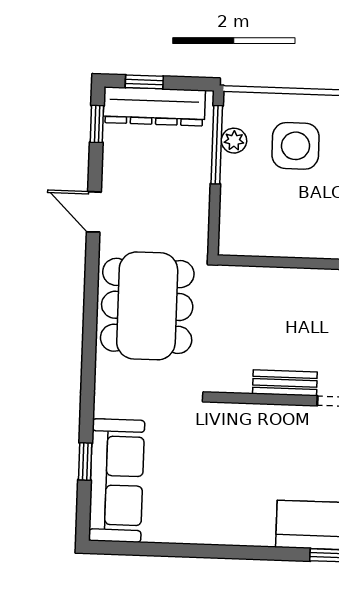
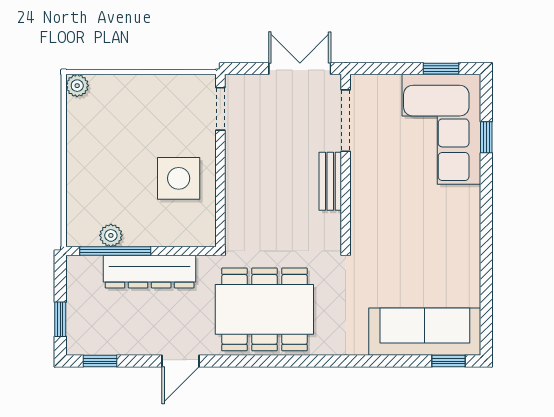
dresser: (154, 106) -> (150, 272), moved, turned 90
side table: (296, 146) -> (179, 178), moved
window: (85, 462) -> (449, 361), moved

